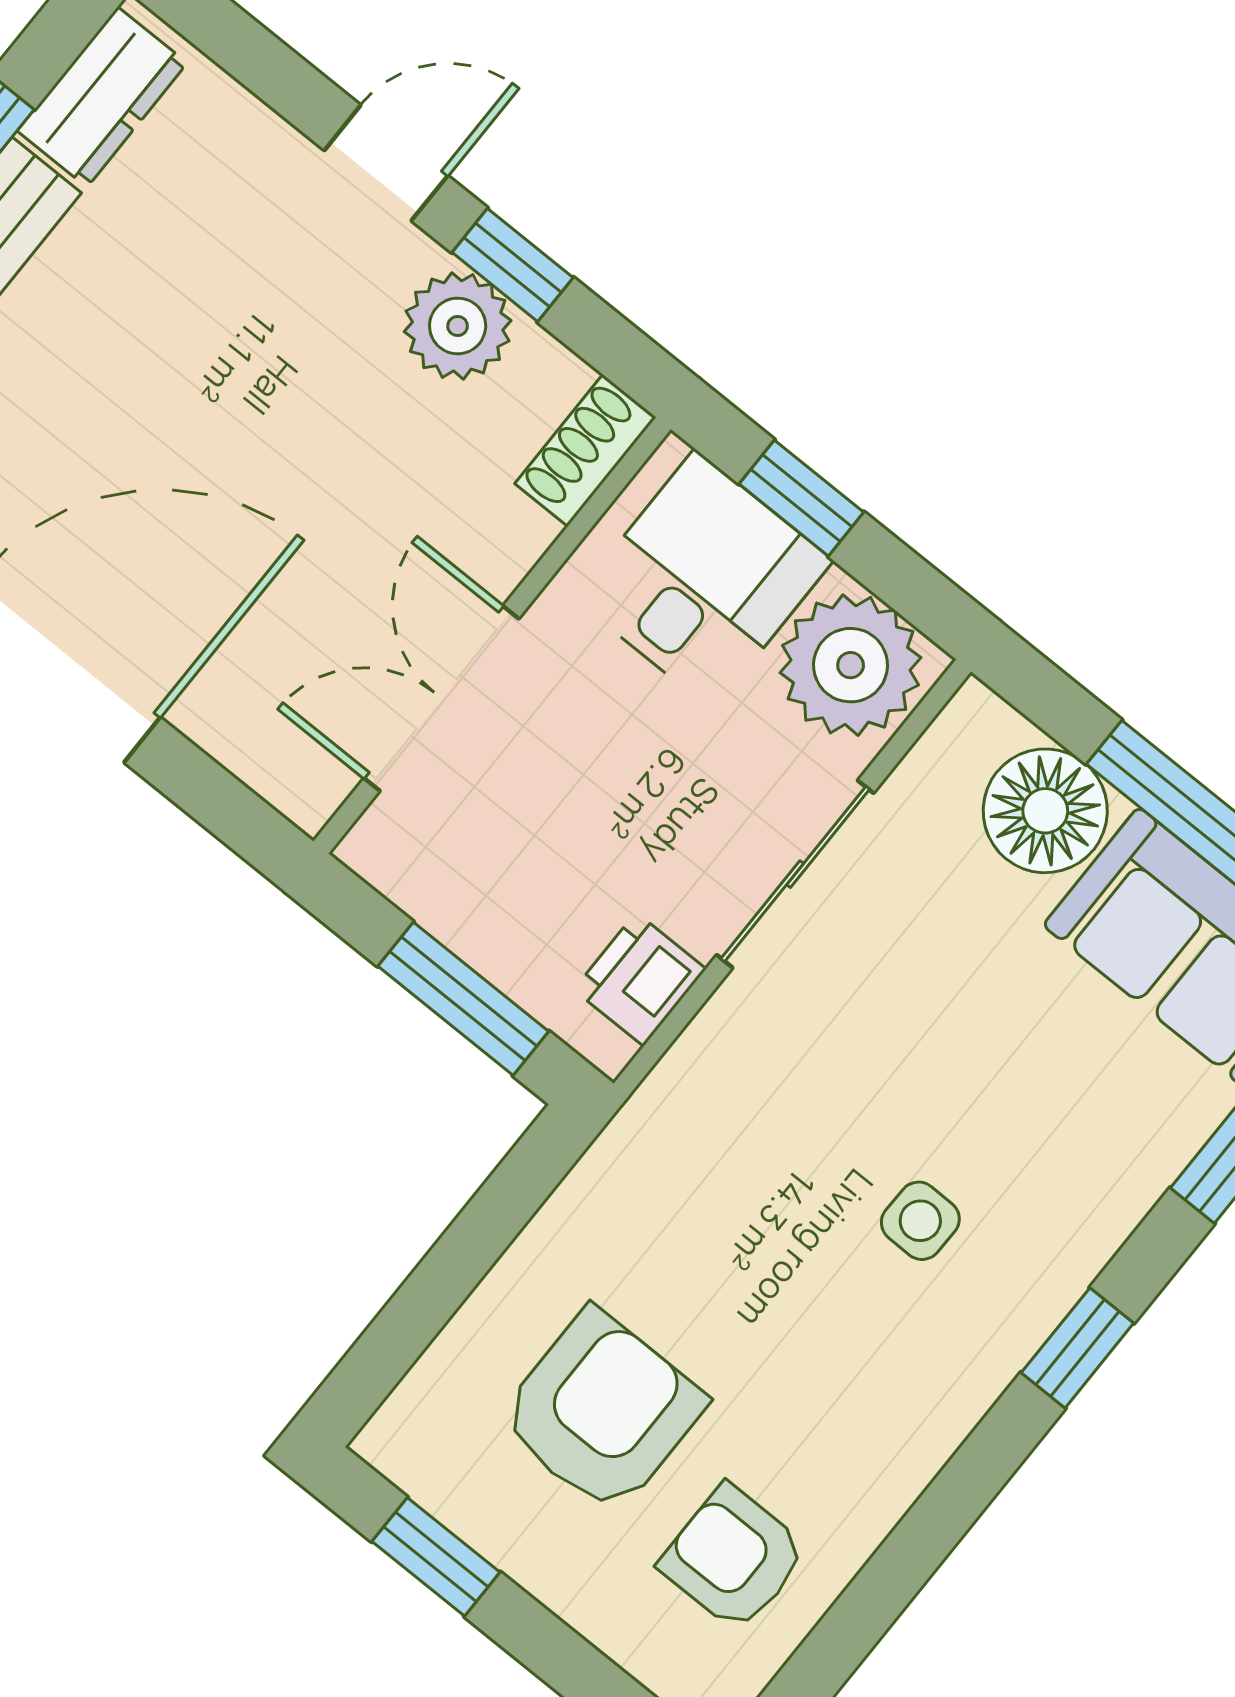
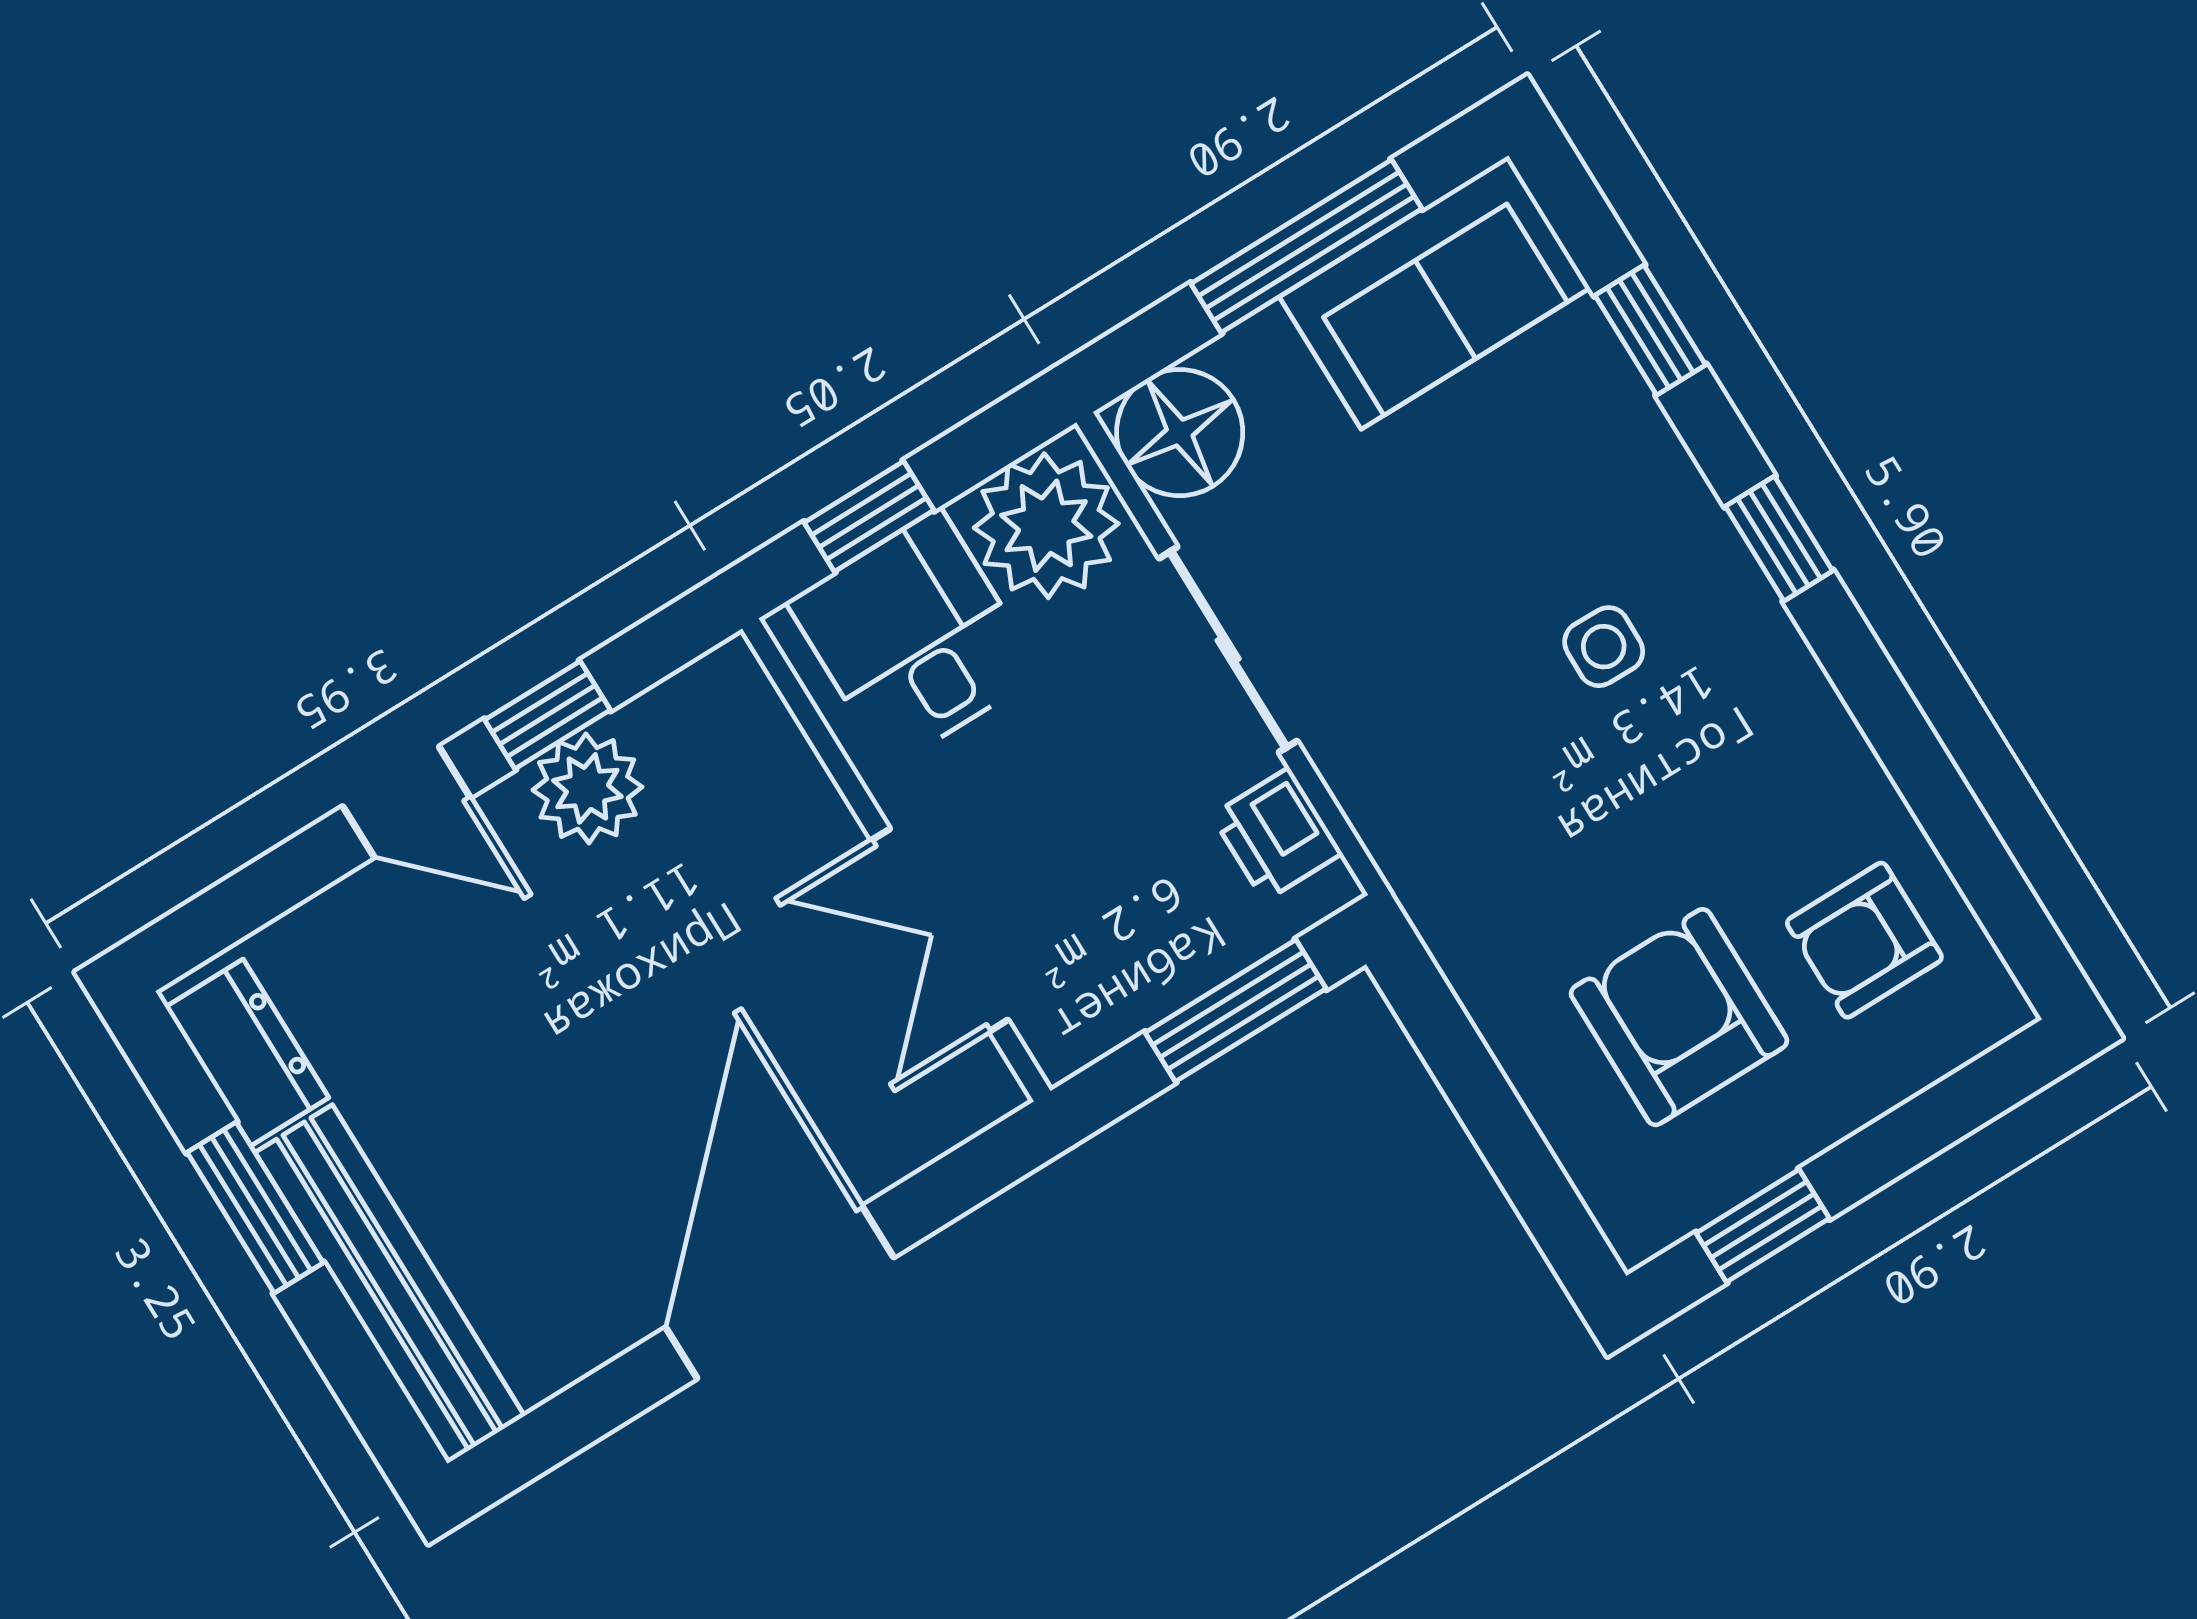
door: (386, 163) -> (407, 802), swing flipped
shoe rack: (585, 450) -> (750, 708), removed
floor lamp: (1045, 811) -> (1180, 433), moved

